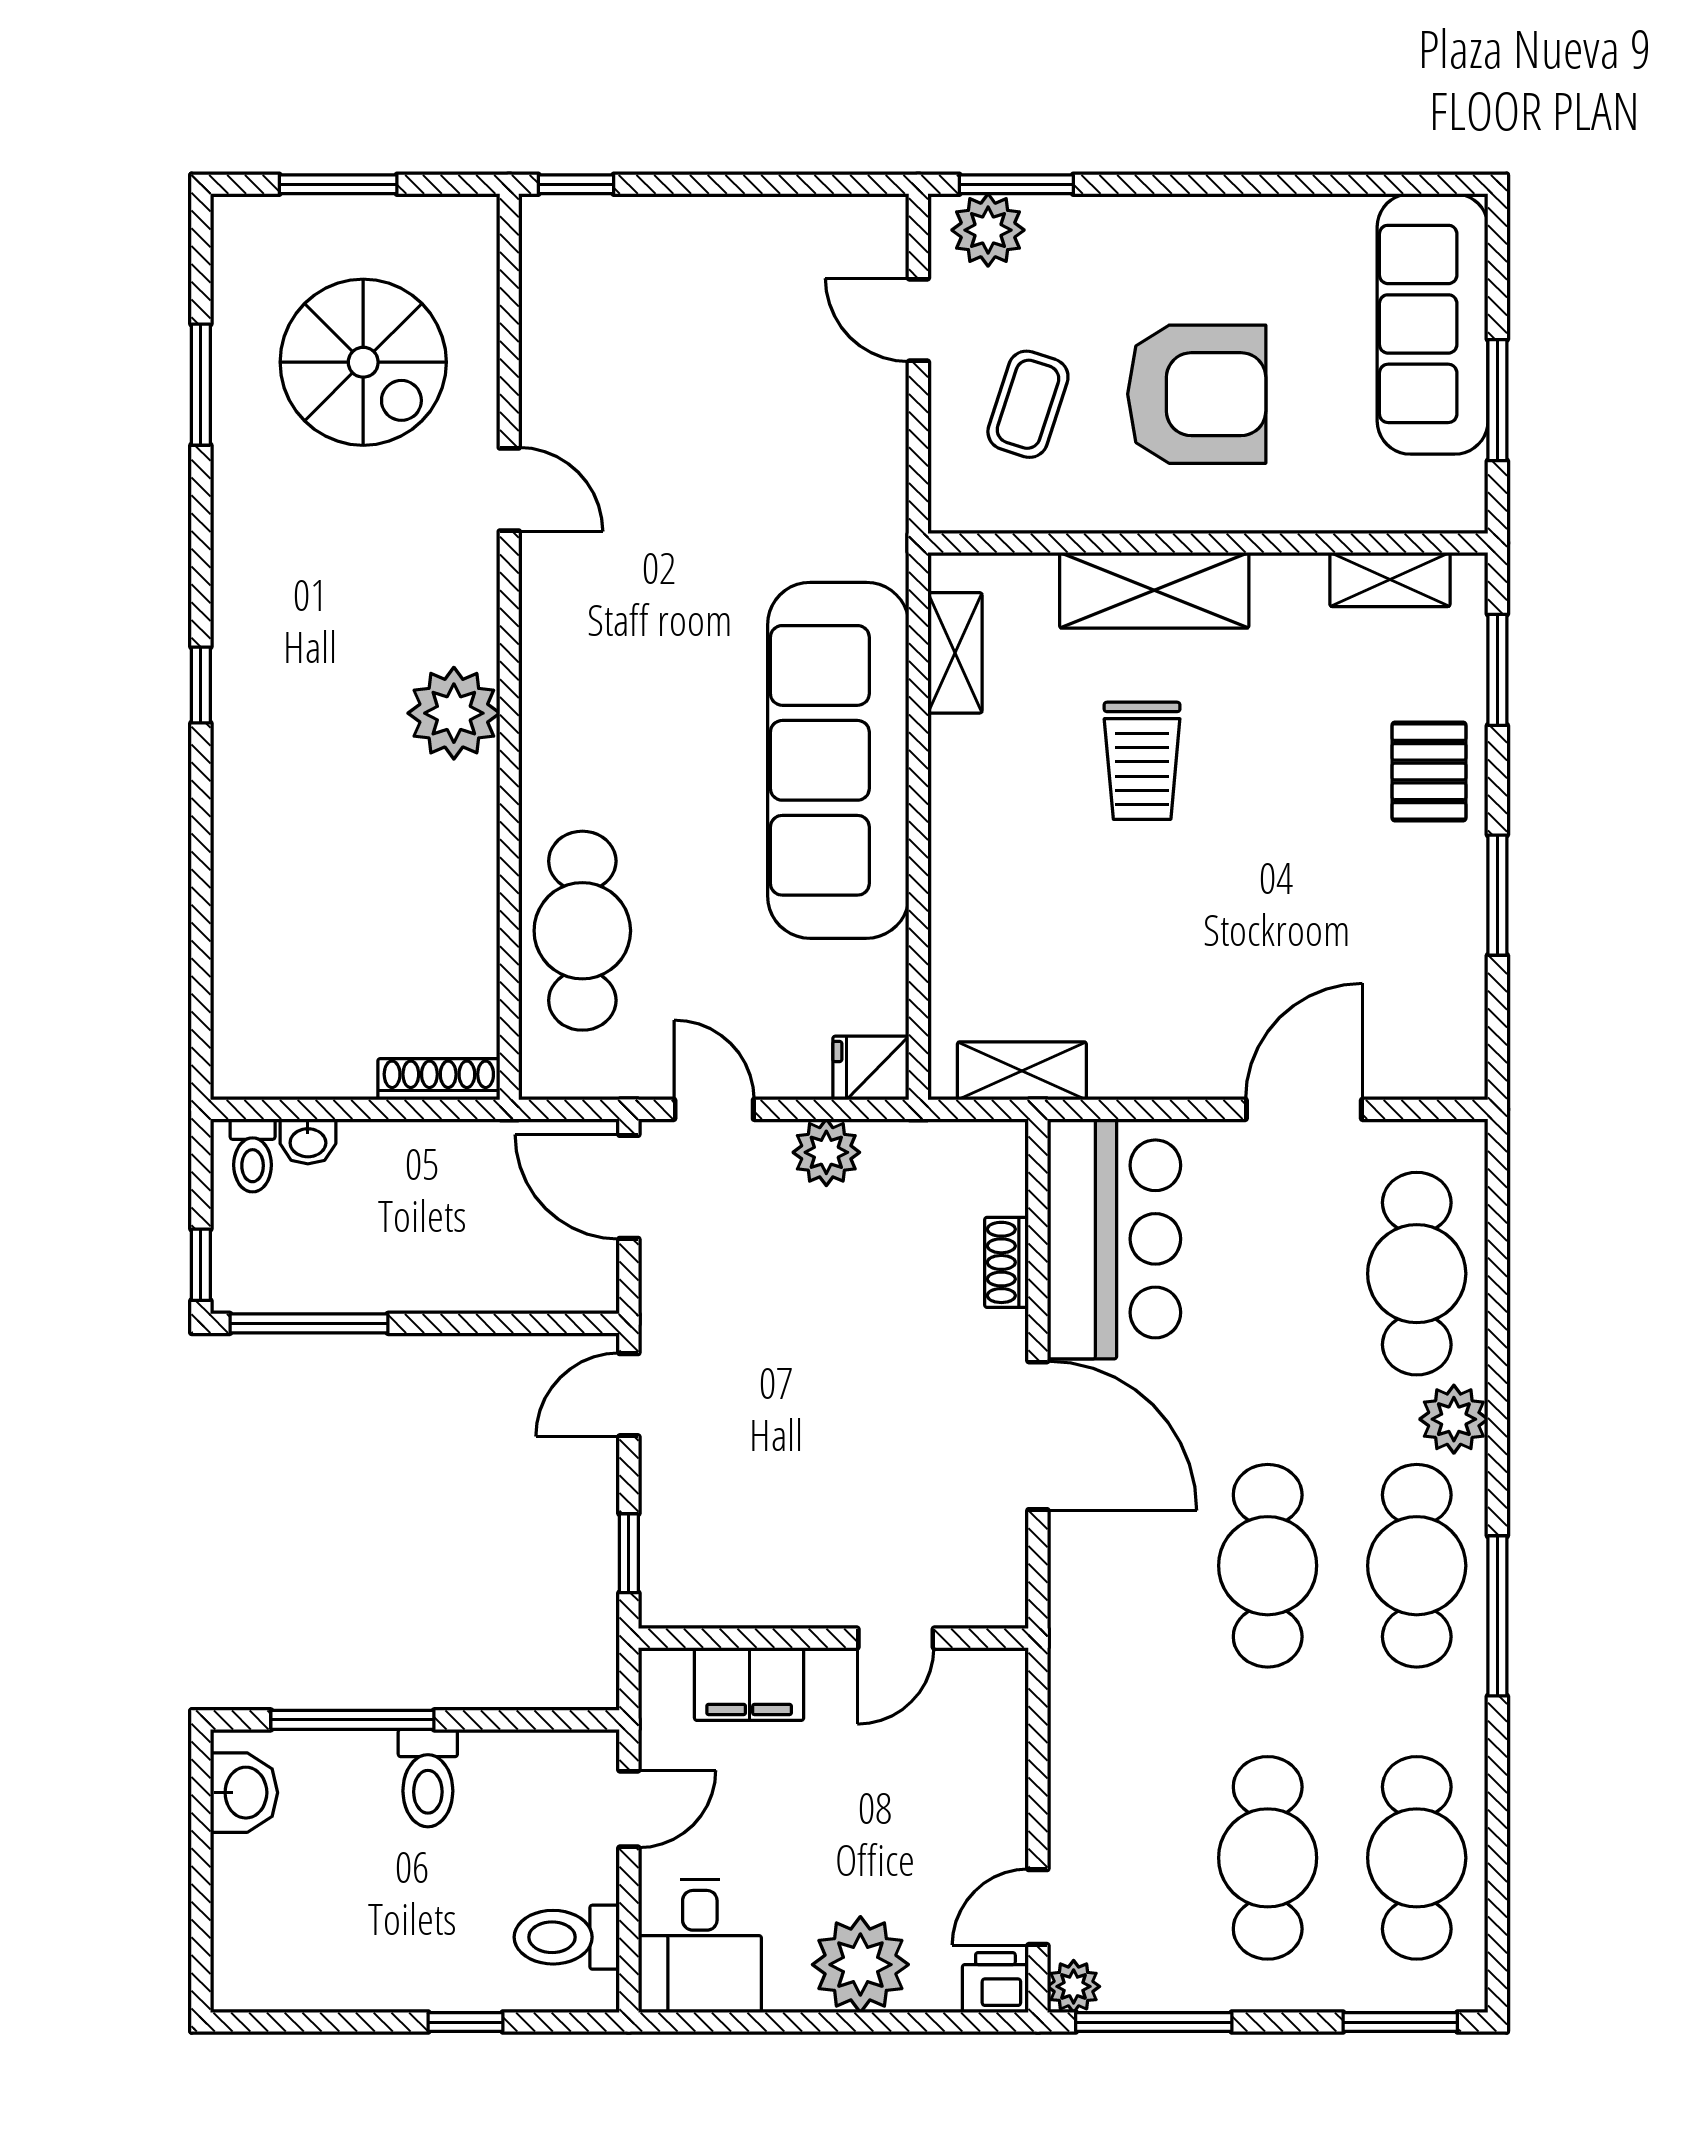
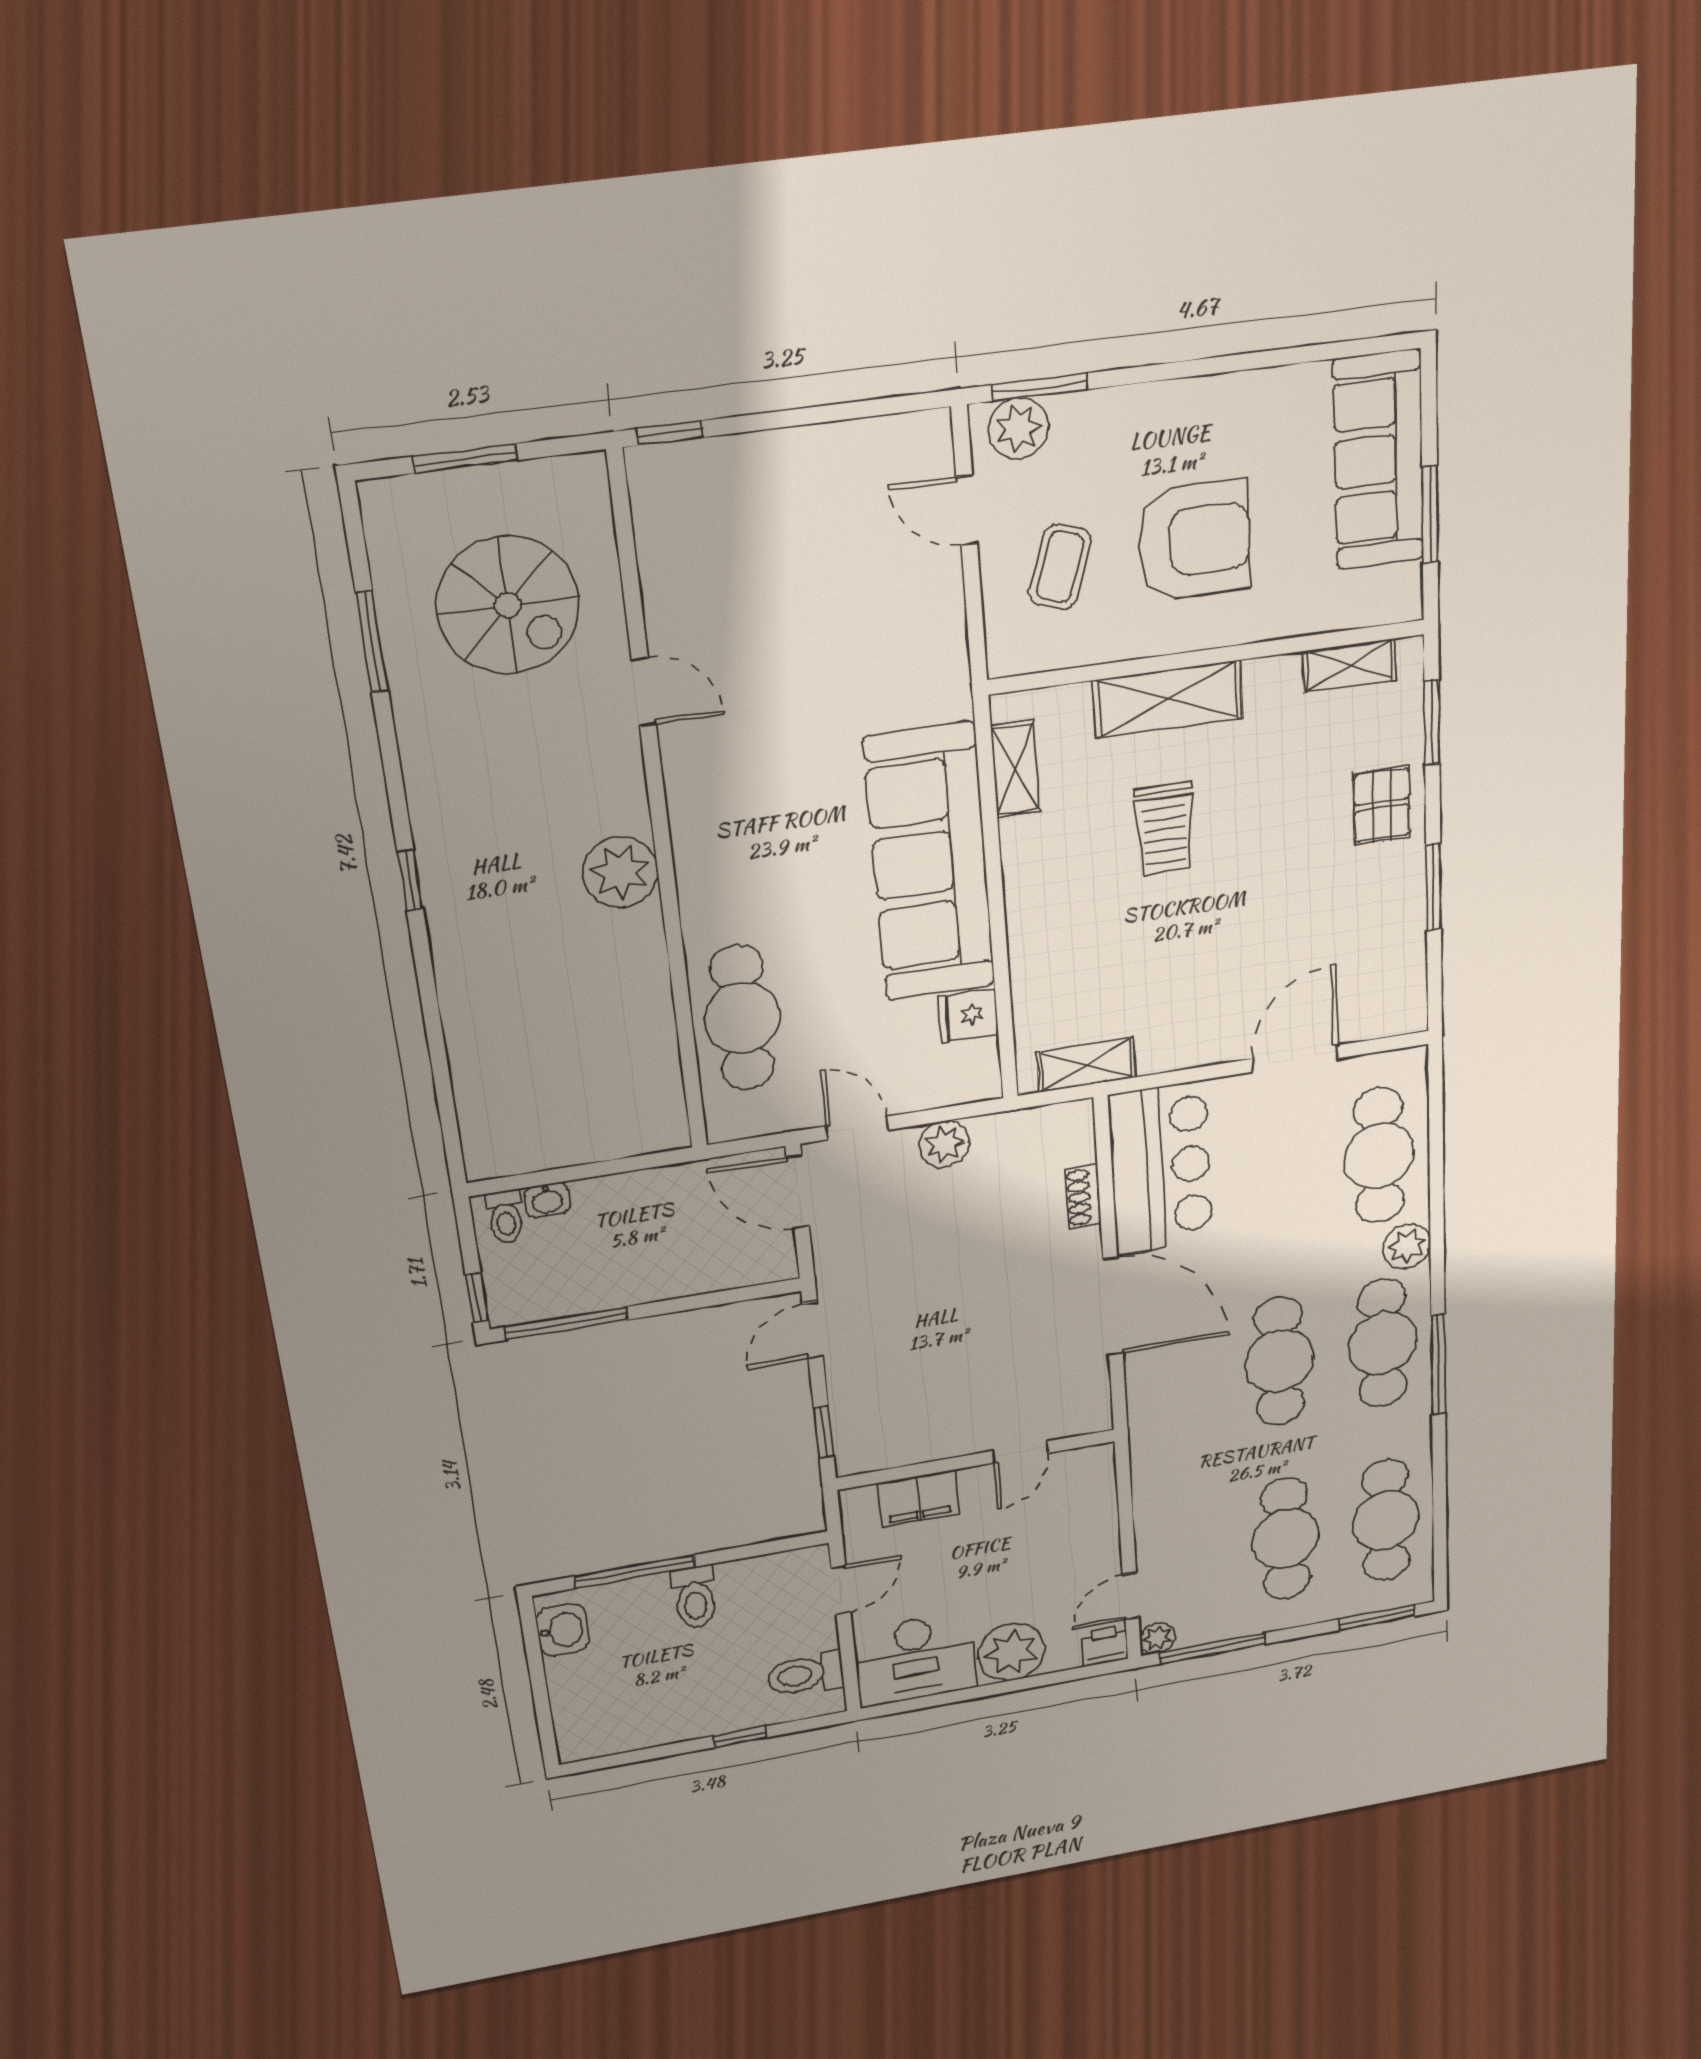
fridge: (871, 1068) -> (968, 1015), moved
shoe rack: (439, 1079) -> (643, 1140), removed
desk: (700, 1946) -> (915, 1659), width x1.37

